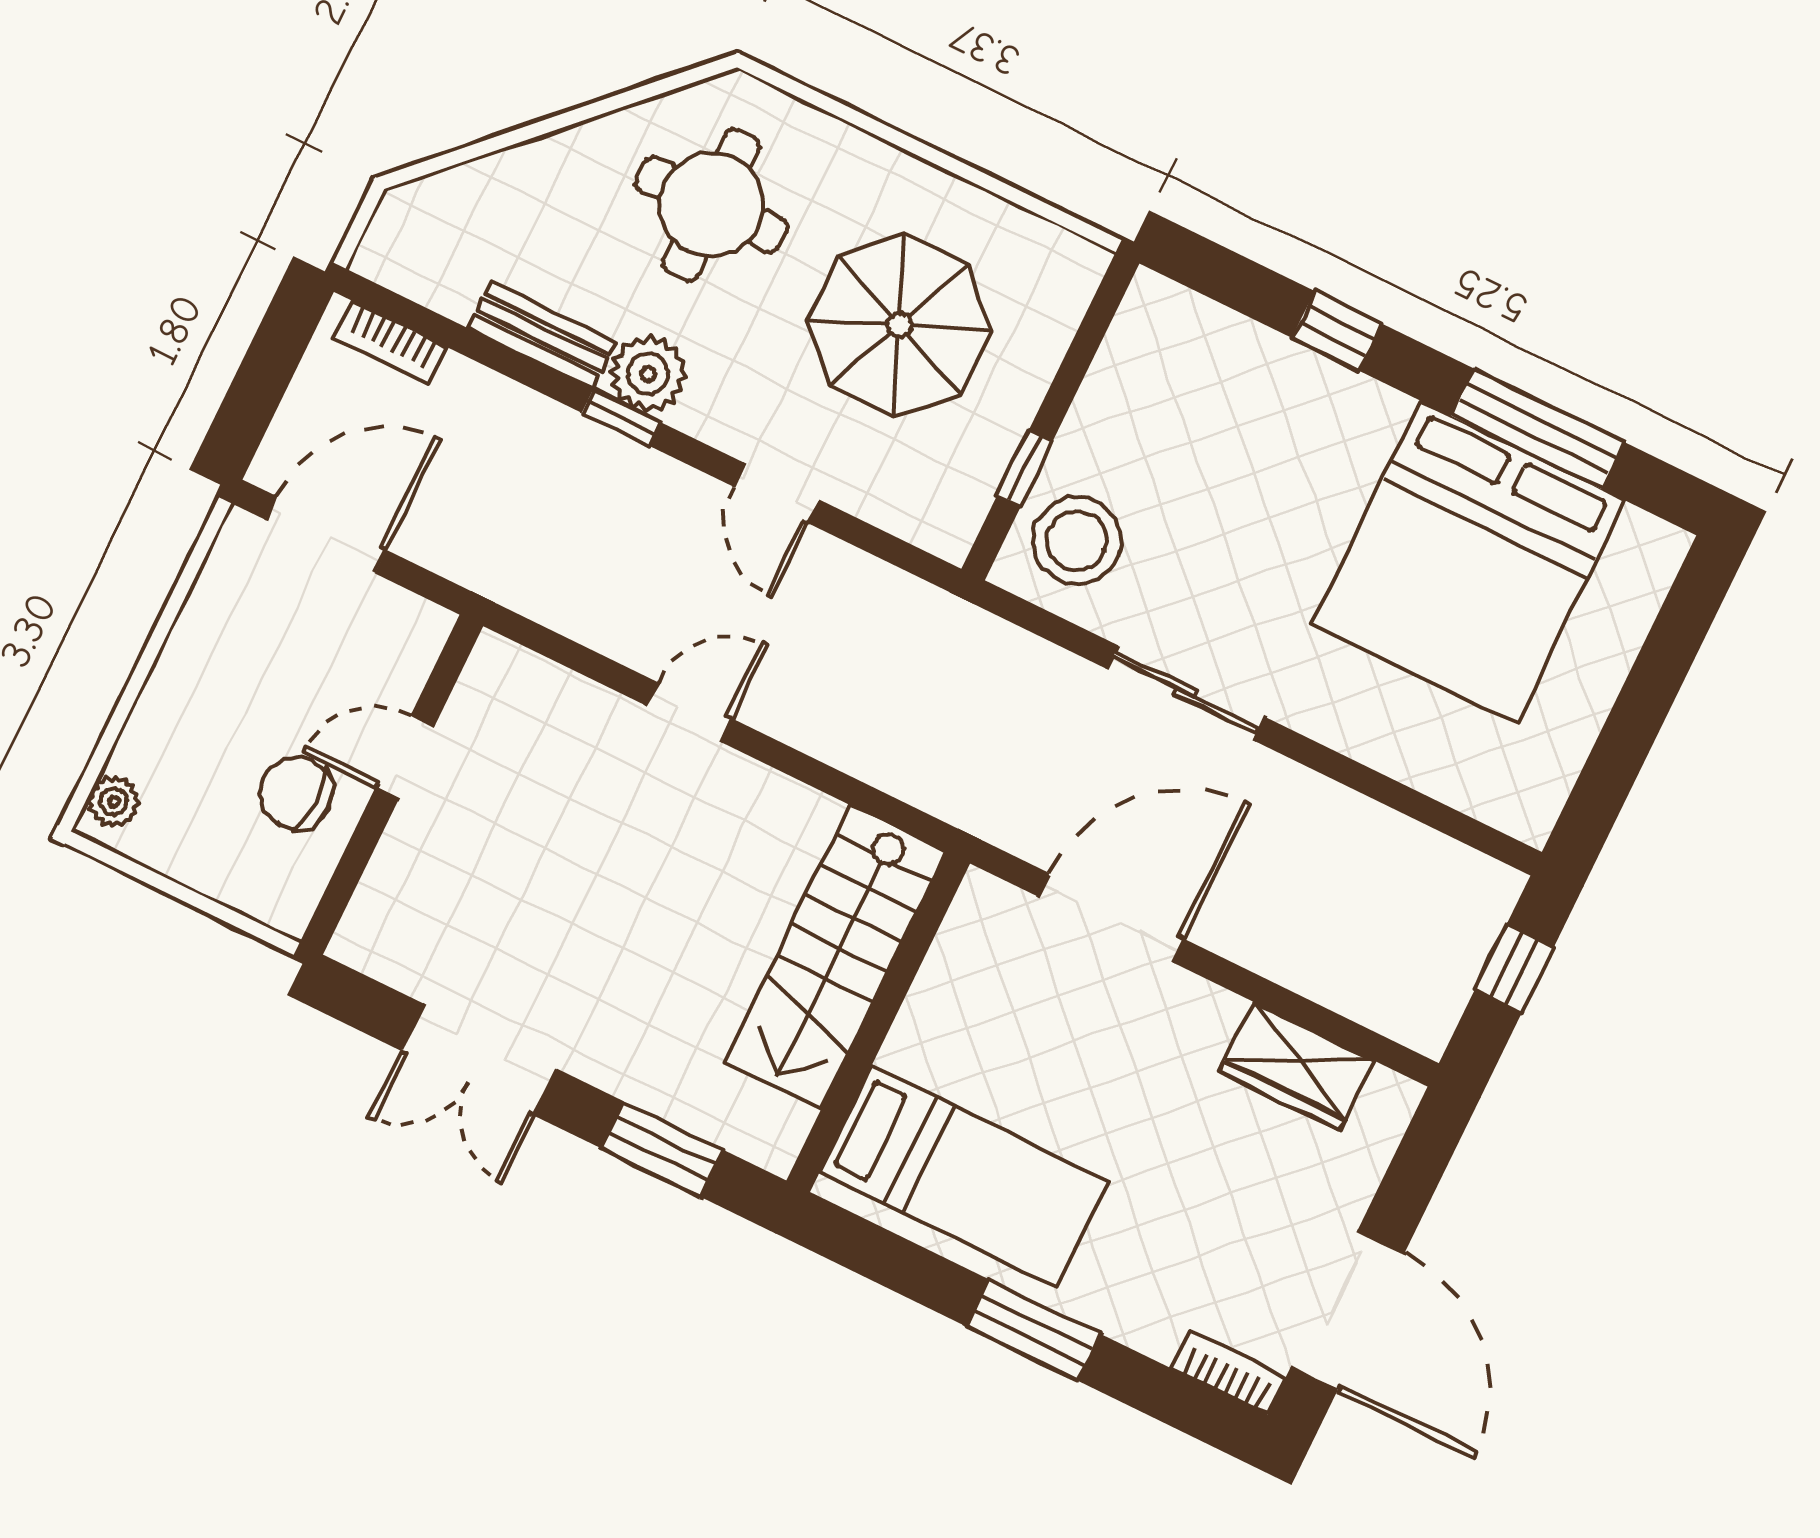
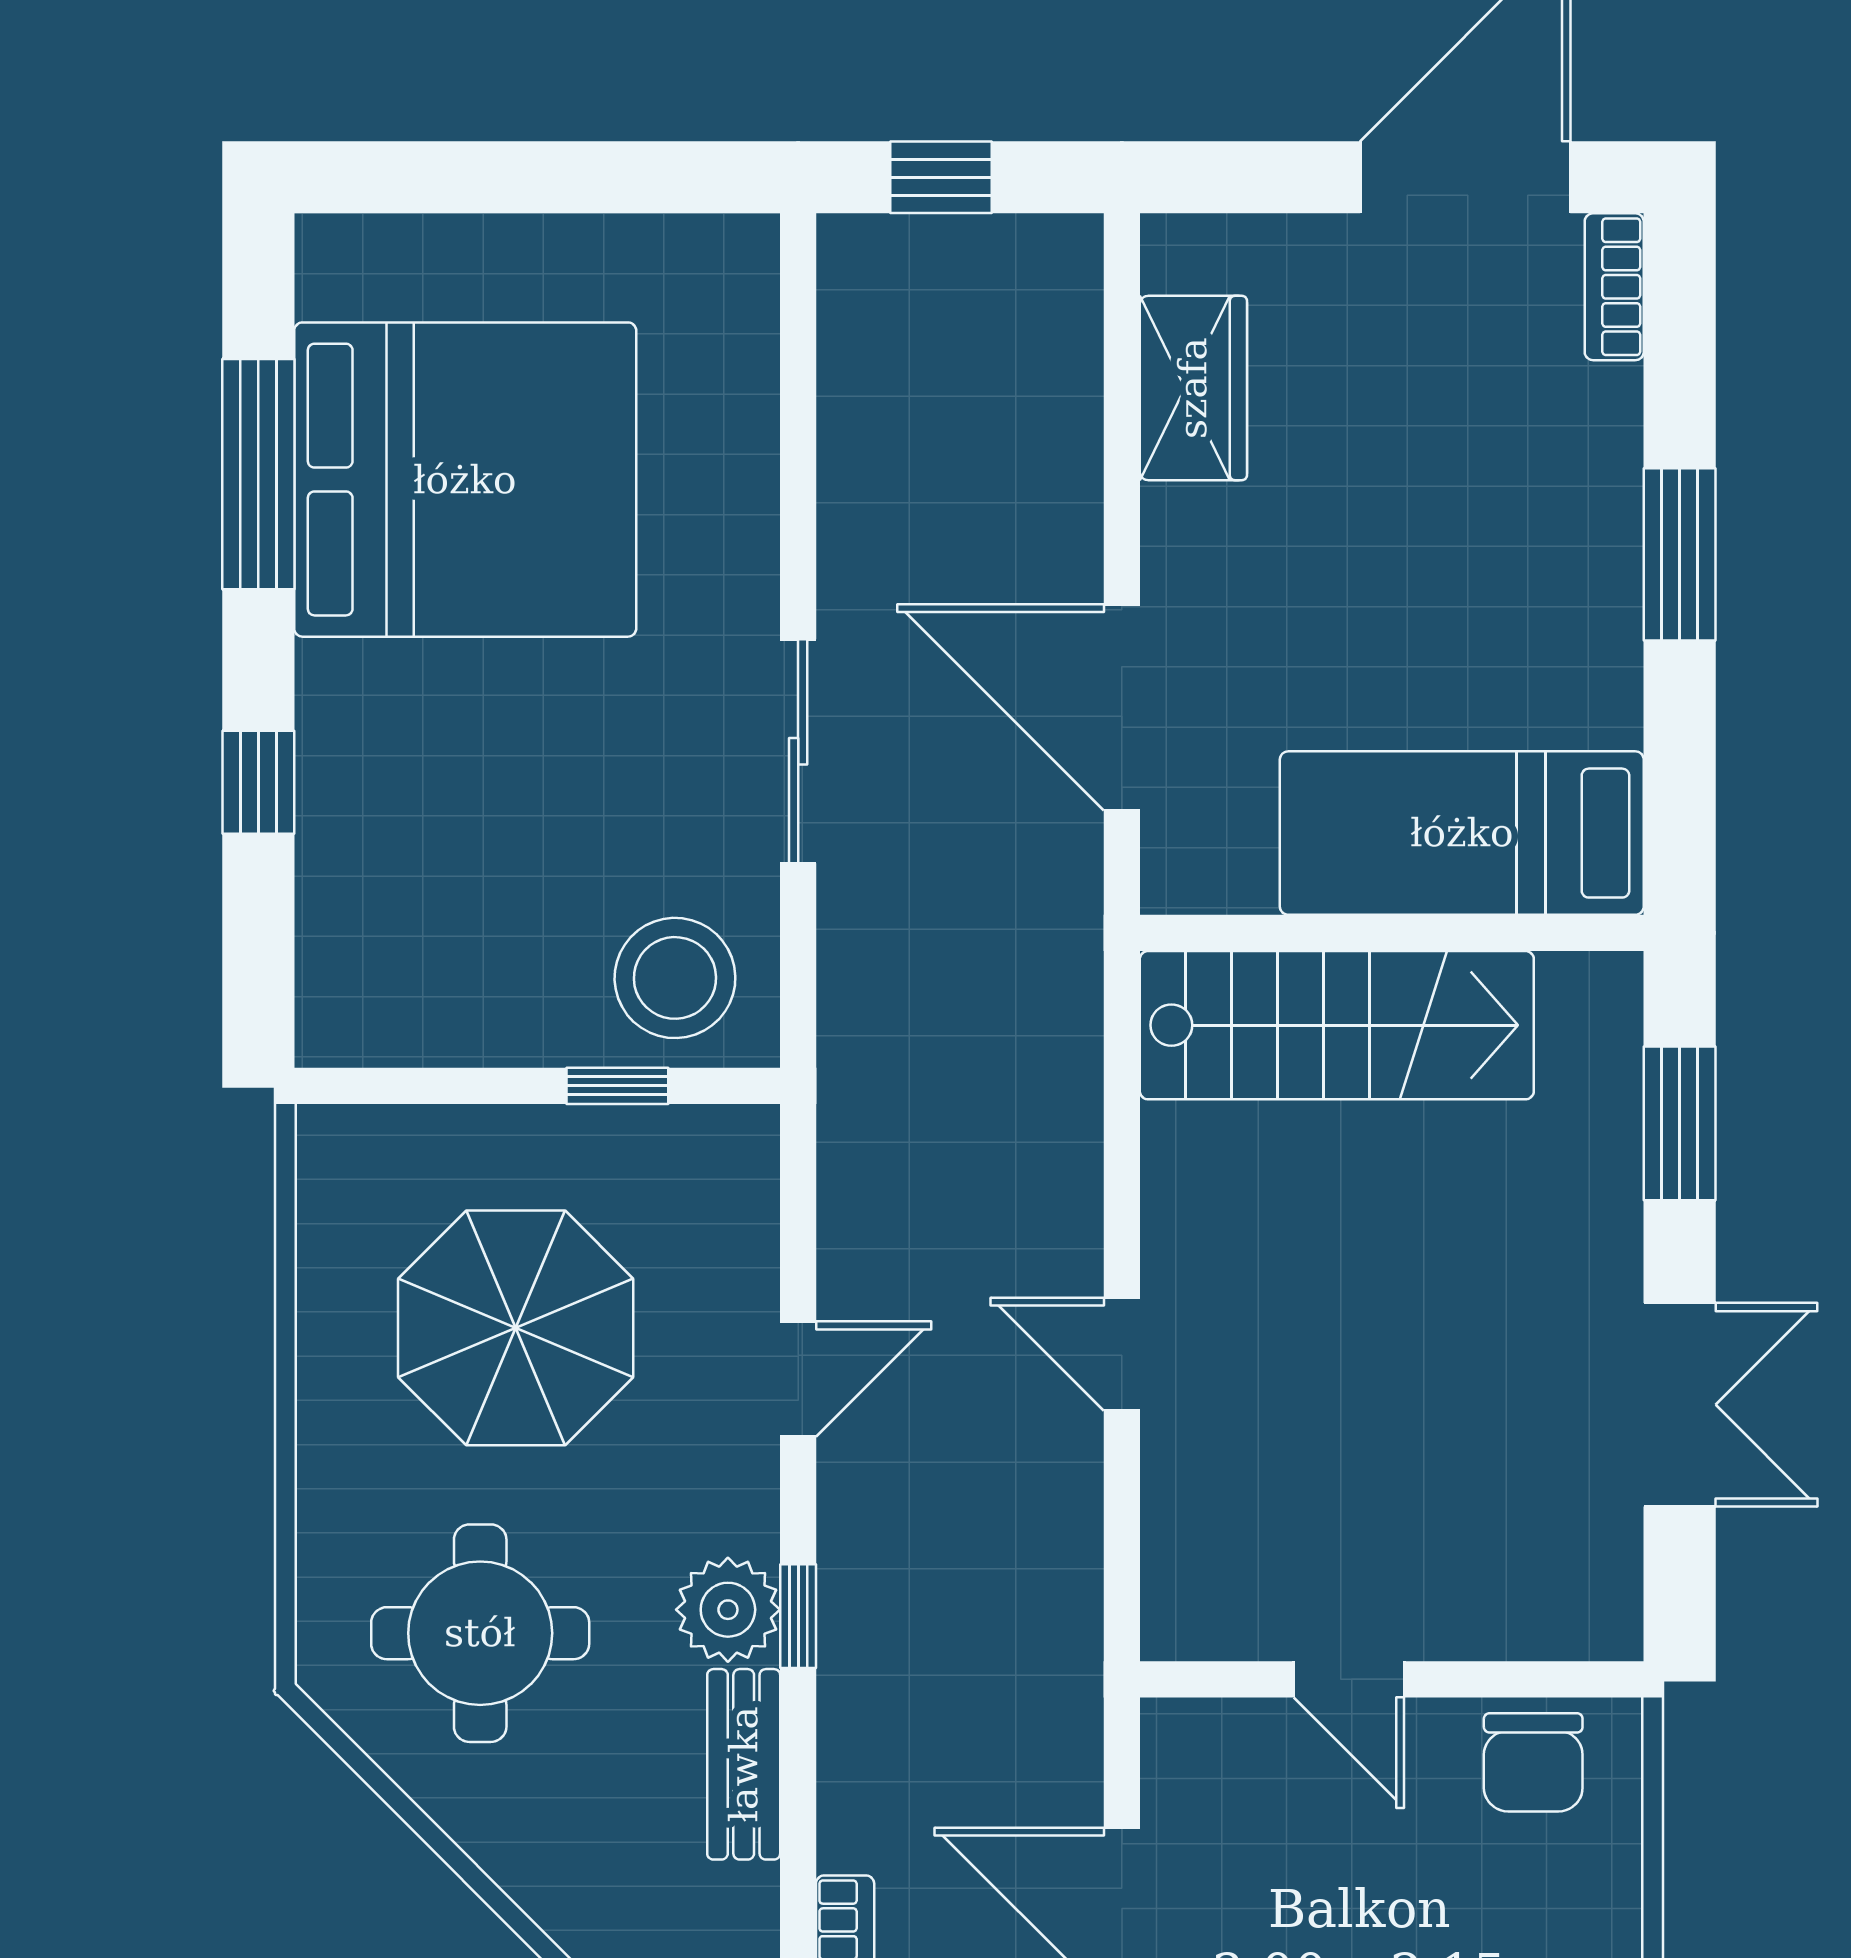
chair: (296, 793) -> (1533, 1762), moved
bed: (964, 1177) -> (1462, 833), moved, turned -90

